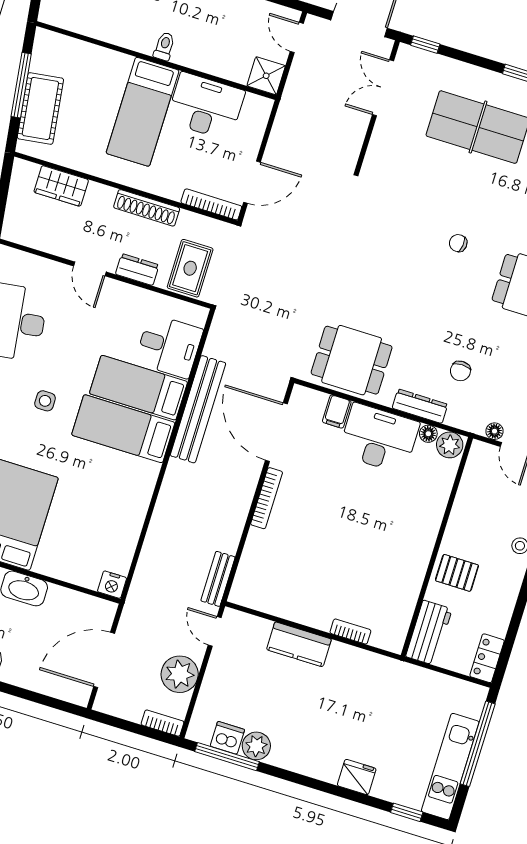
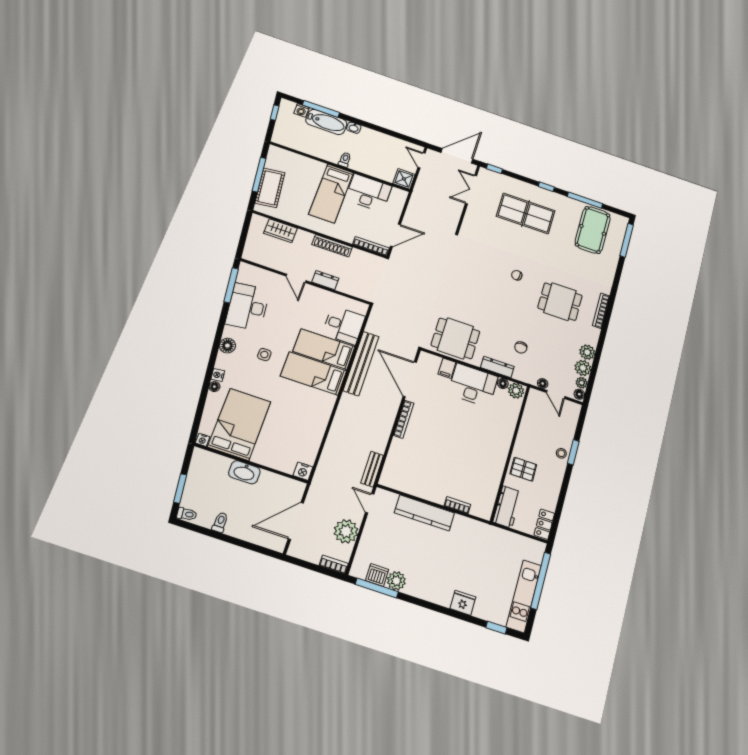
rug: (190, 268) -> (358, 281), removed
kitchen counter: (299, 644) -> (424, 513), width x1.50

